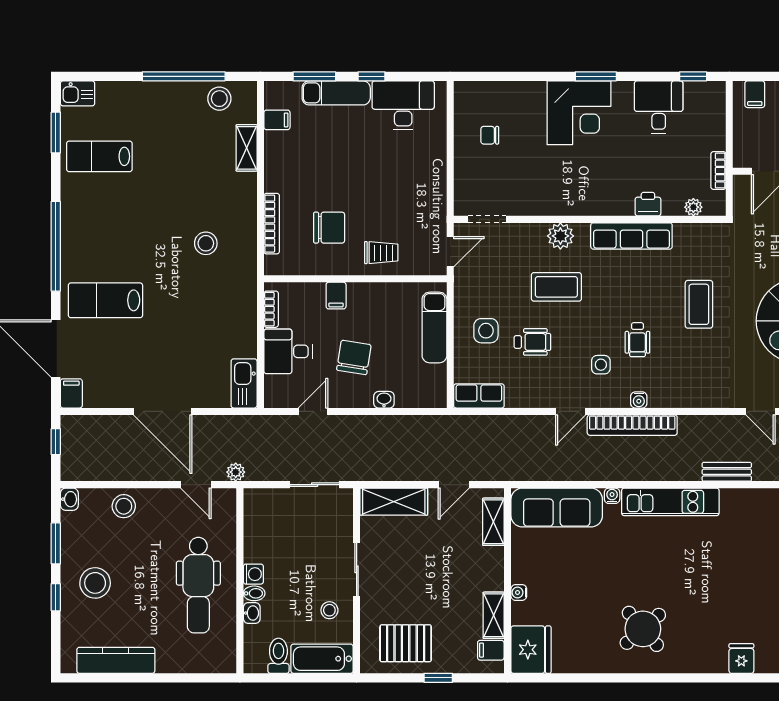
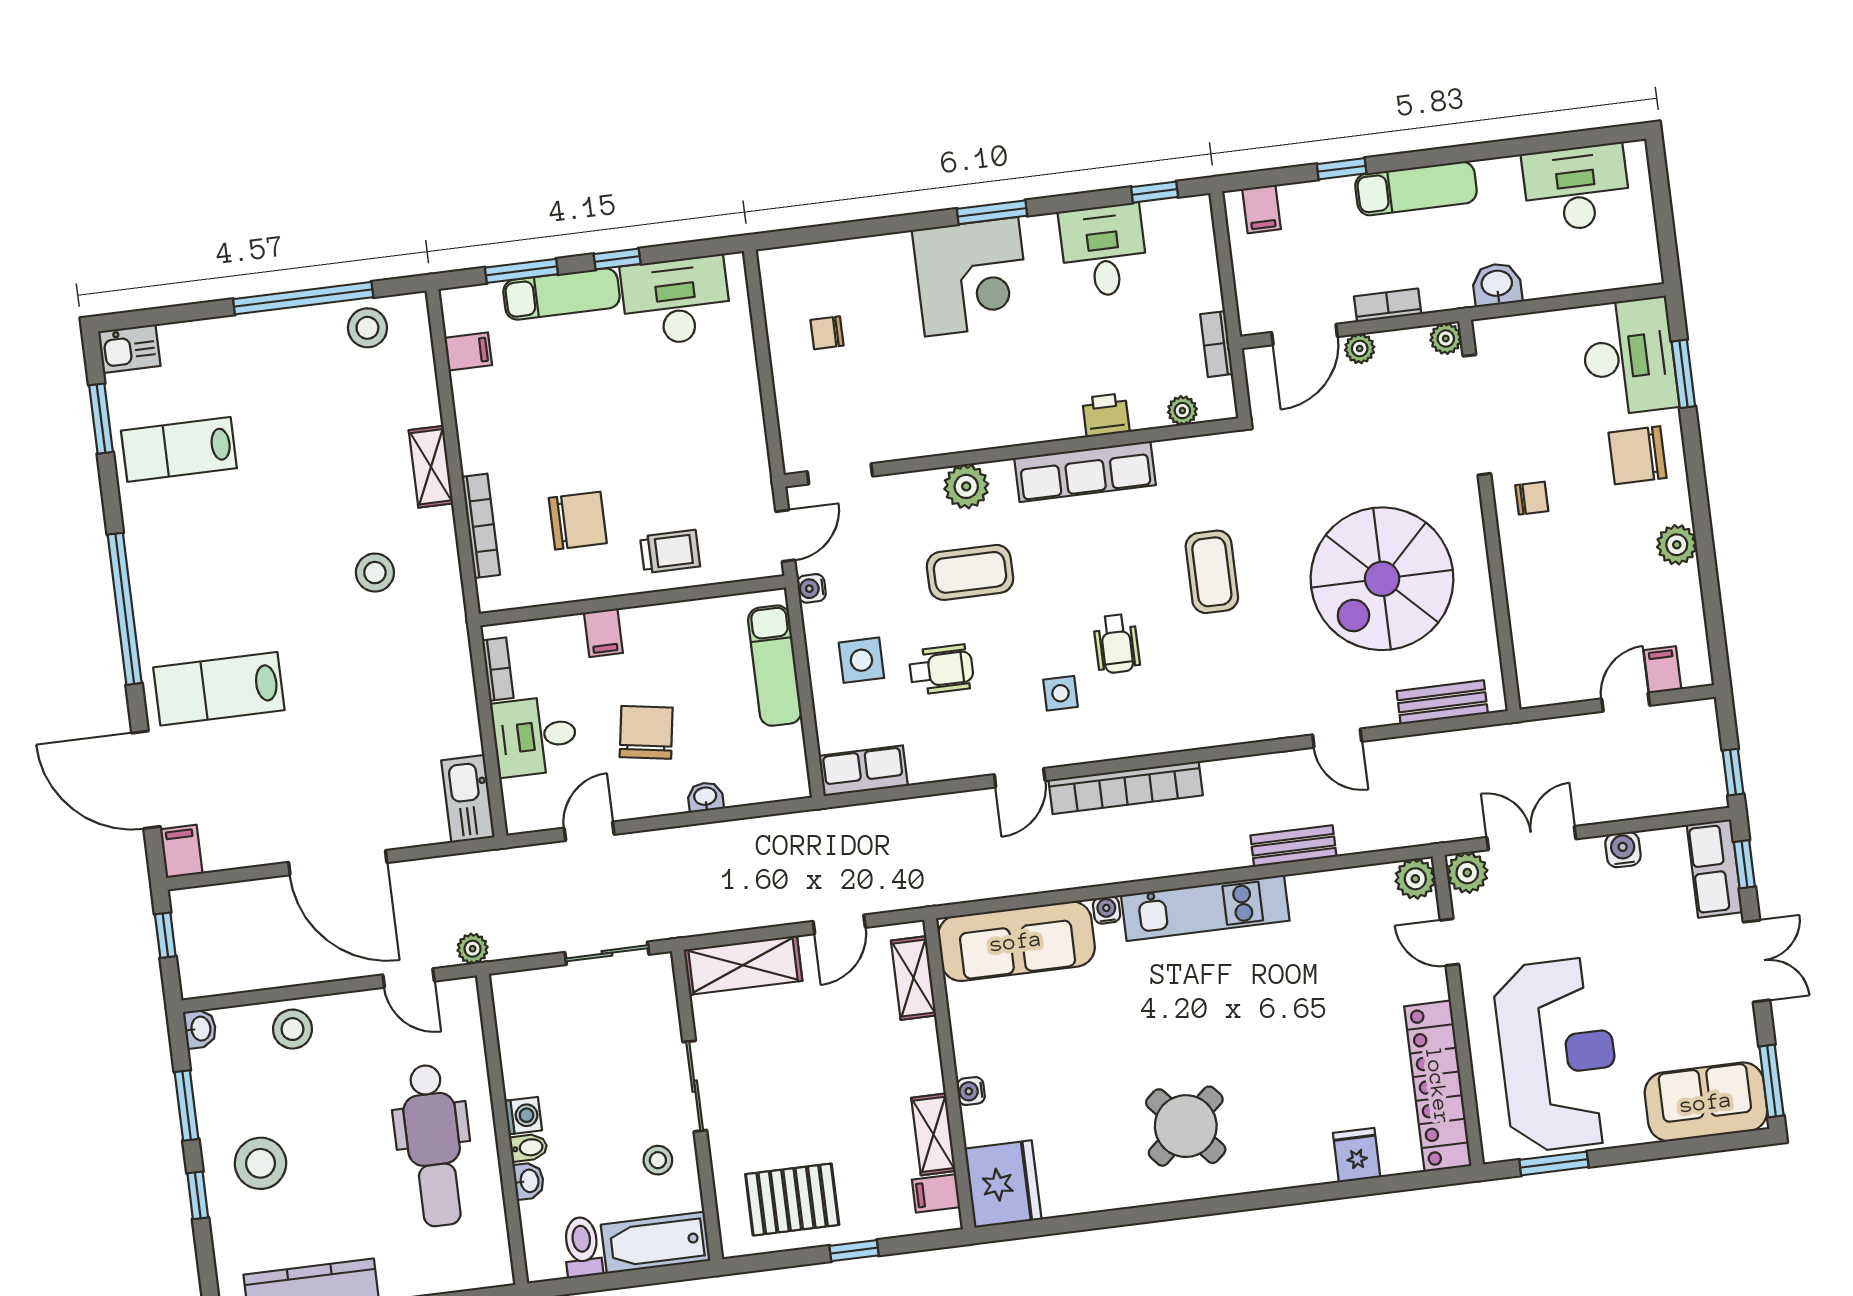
shelving: (247, 148) -> (431, 467), moved
water cooler: (639, 400) -> (811, 588), moved, turned 90

